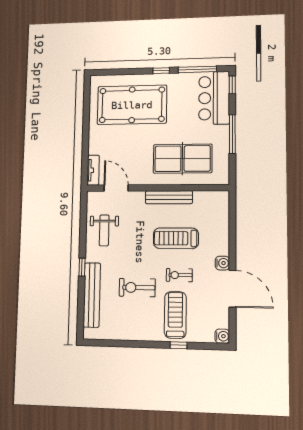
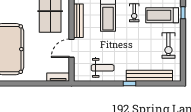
door: (116, 188) -> (72, 48), moved
exercise bike: (137, 288) -> (168, 45), moved

